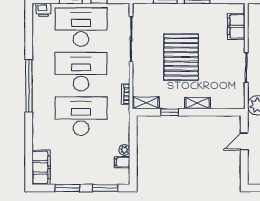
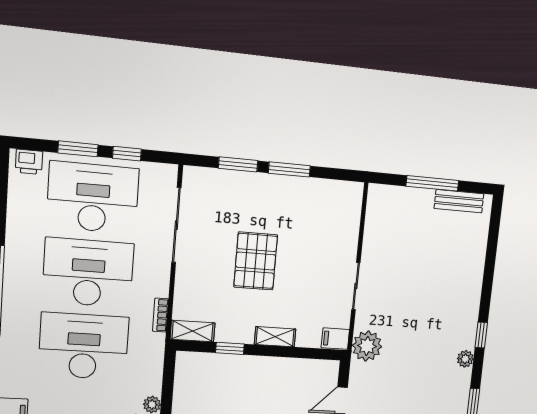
filing cabinet: (236, 26) -> (335, 339), moved, width x0.50
pallet: (181, 57) -> (256, 261), width x0.73, depth x0.71

